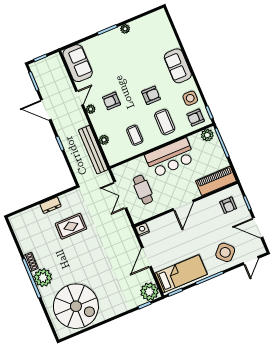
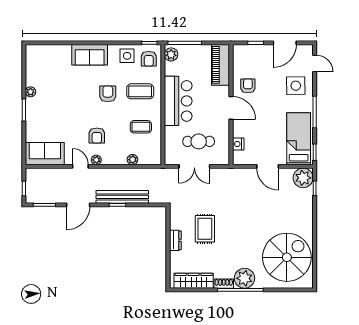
bench: (93, 150) -> (122, 197), moved
armchair: (228, 205) -> (248, 86), moved, turned -90
nightstand: (142, 229) -> (238, 144), moved
wardrobe: (23, 235) -> (194, 281), added
side table: (225, 252) -> (296, 86), turned 45

